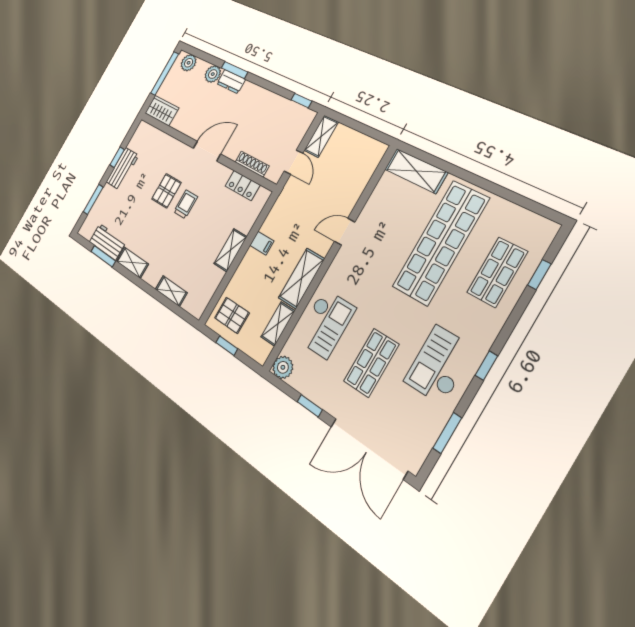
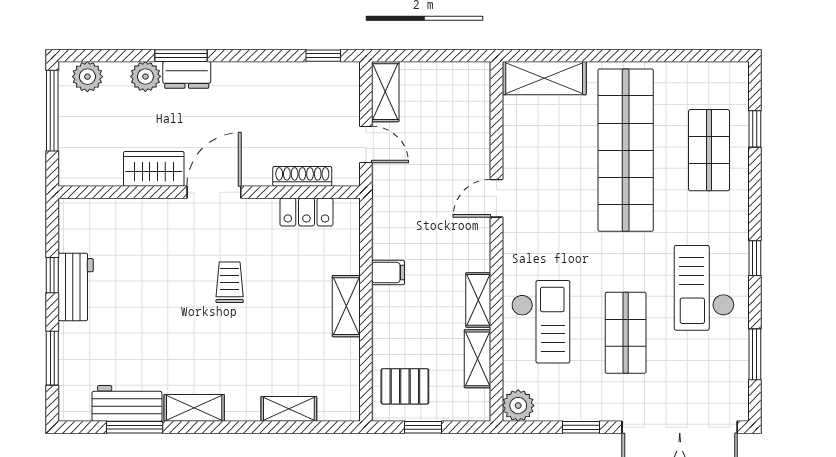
wardrobe: (162, 111) -> (154, 169), moved
pallet: (166, 191) -> (182, 280), removed
shelving: (301, 278) -> (478, 300), width x0.67, depth x0.75

